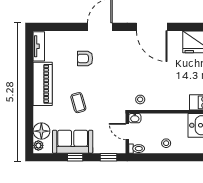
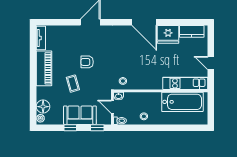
door: (152, 27) -> (144, 22), moved
armchair: (85, 58) -> (87, 62), moved
sofa: (73, 142) -> (80, 115), moved

